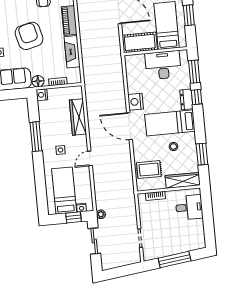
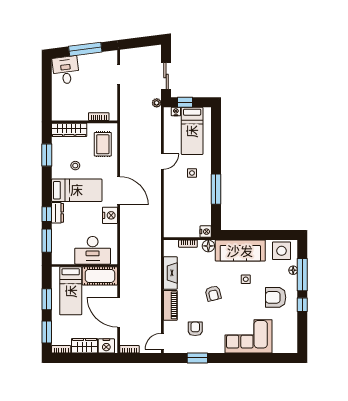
armchair: (29, 36) -> (213, 293), width x0.53, depth x0.53
desk: (163, 65) -> (93, 250), moved
wardrobe: (78, 117) -> (171, 205), removed
rug: (149, 170) -> (103, 144), turned 90
desk: (189, 207) -> (66, 70), moved, turned 83

